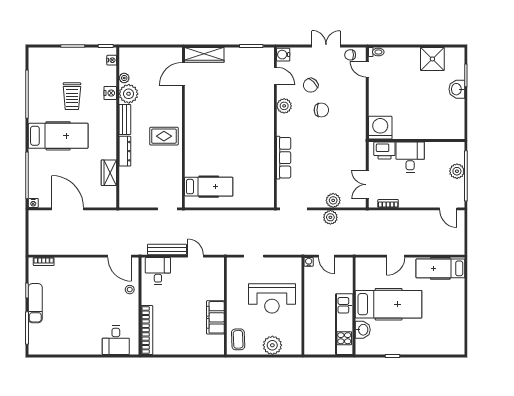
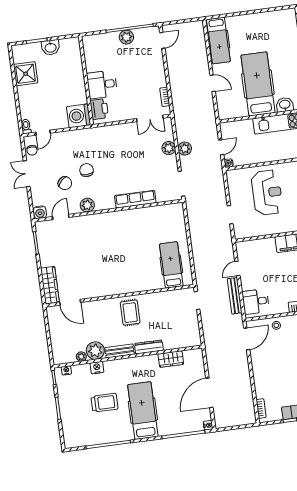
washing machine: (380, 128) -> (79, 116), moved
wall: (417, 141) -> (86, 81), moved
printer: (384, 151) -> (99, 109), moved
desk: (410, 157) -> (102, 84), moved

